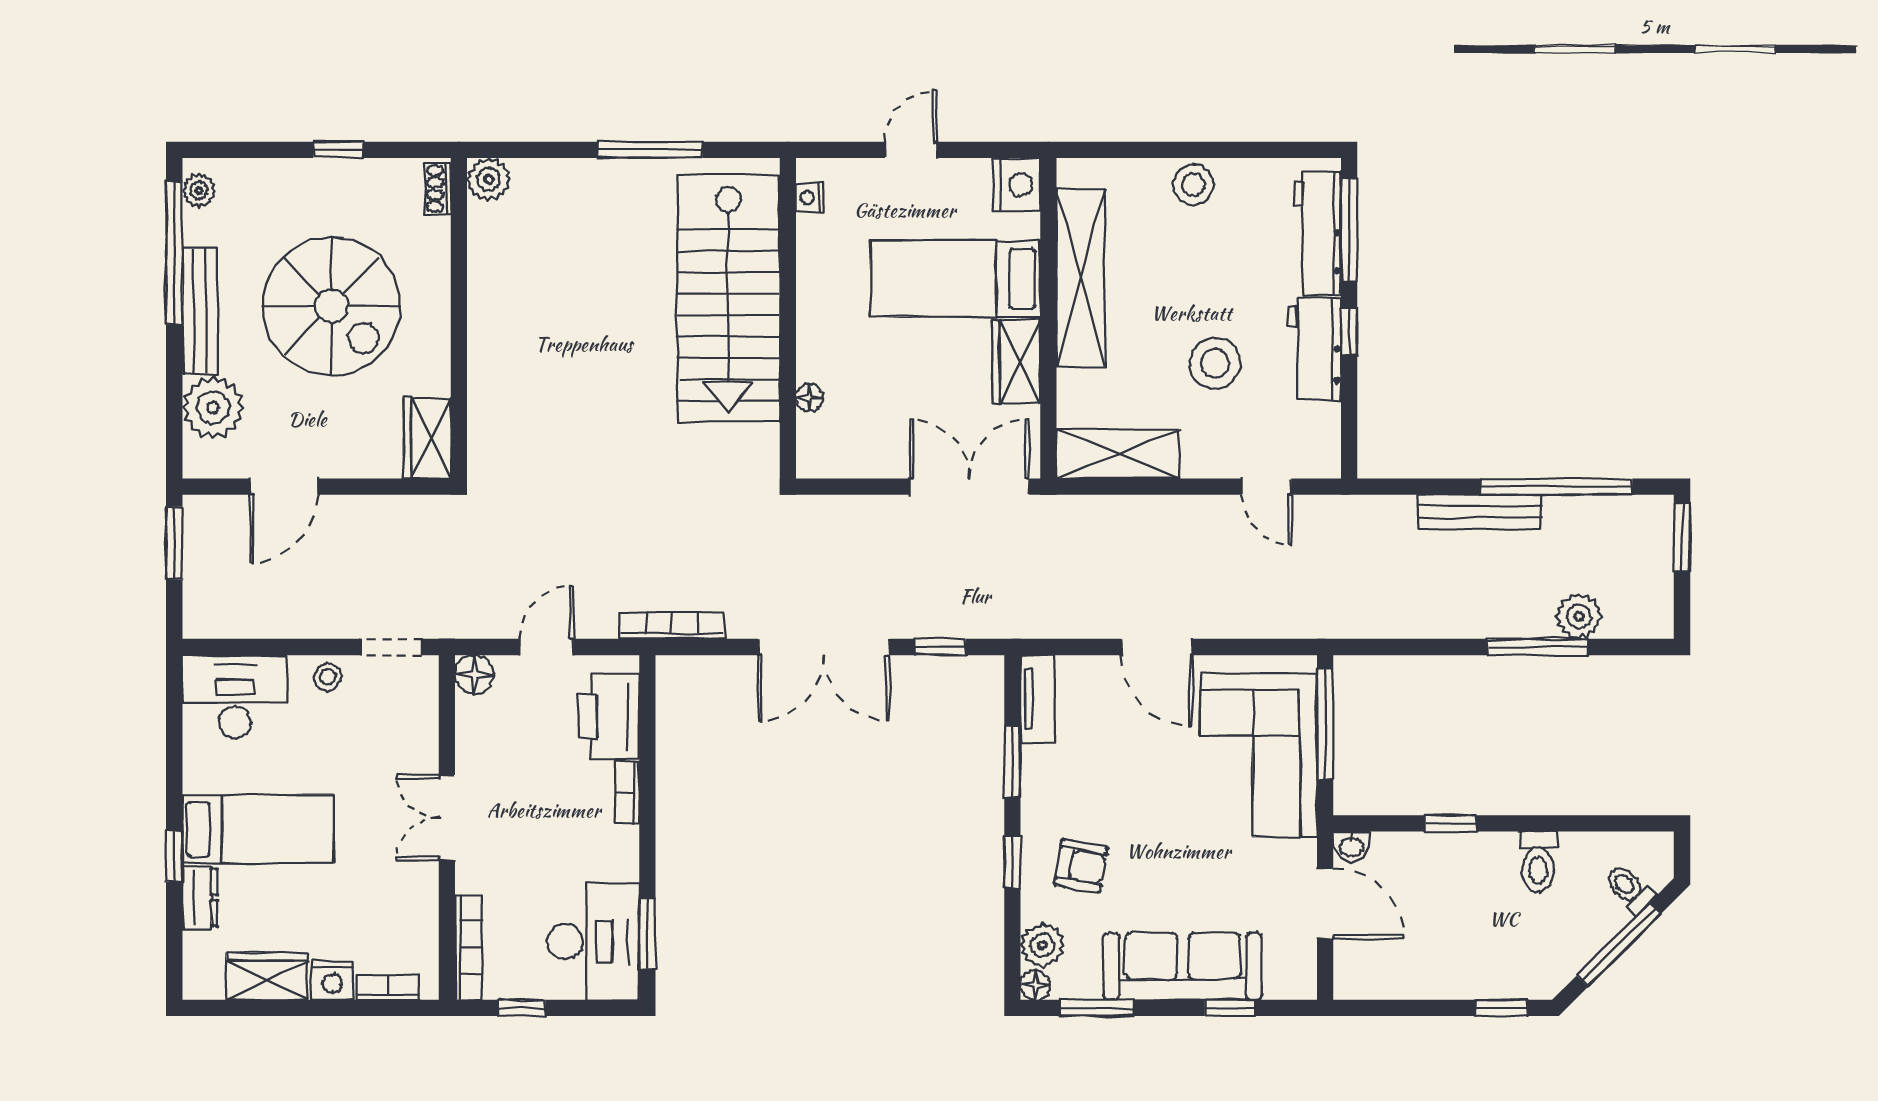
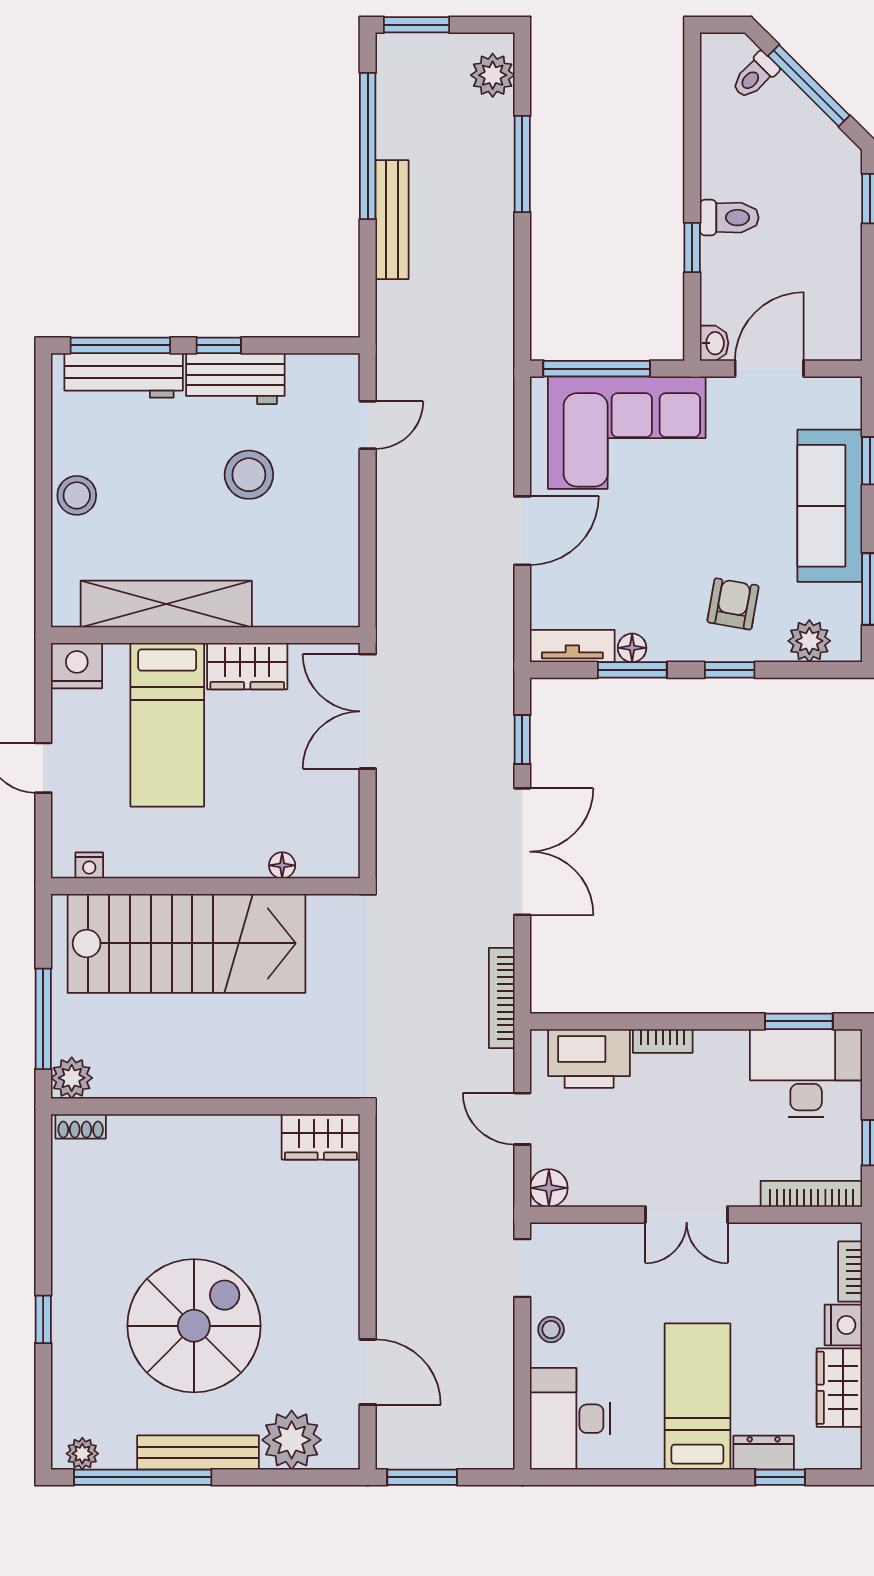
plant: (489, 179) -> (72, 1078), moved
shoe rack: (438, 189) -> (81, 1126), moved
wall: (459, 318) -> (205, 1106), moved
wardrobe: (427, 438) -> (321, 1137), moved
shelving: (1118, 454) -> (336, 568), removed
plant: (1579, 616) -> (493, 75), moved
window: (174, 856) -> (780, 1477), moved
toilet: (1538, 862) -> (729, 218), moved
floor lamp: (1035, 985) -> (632, 648), moved

